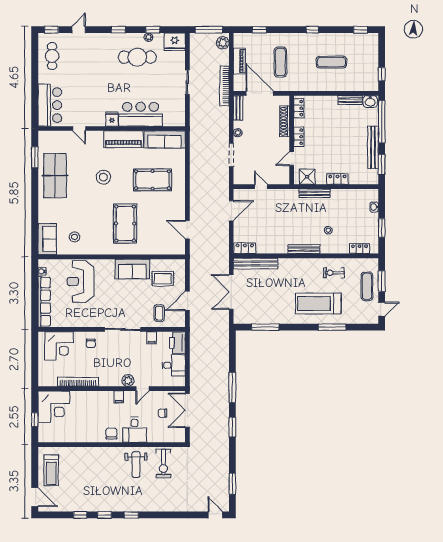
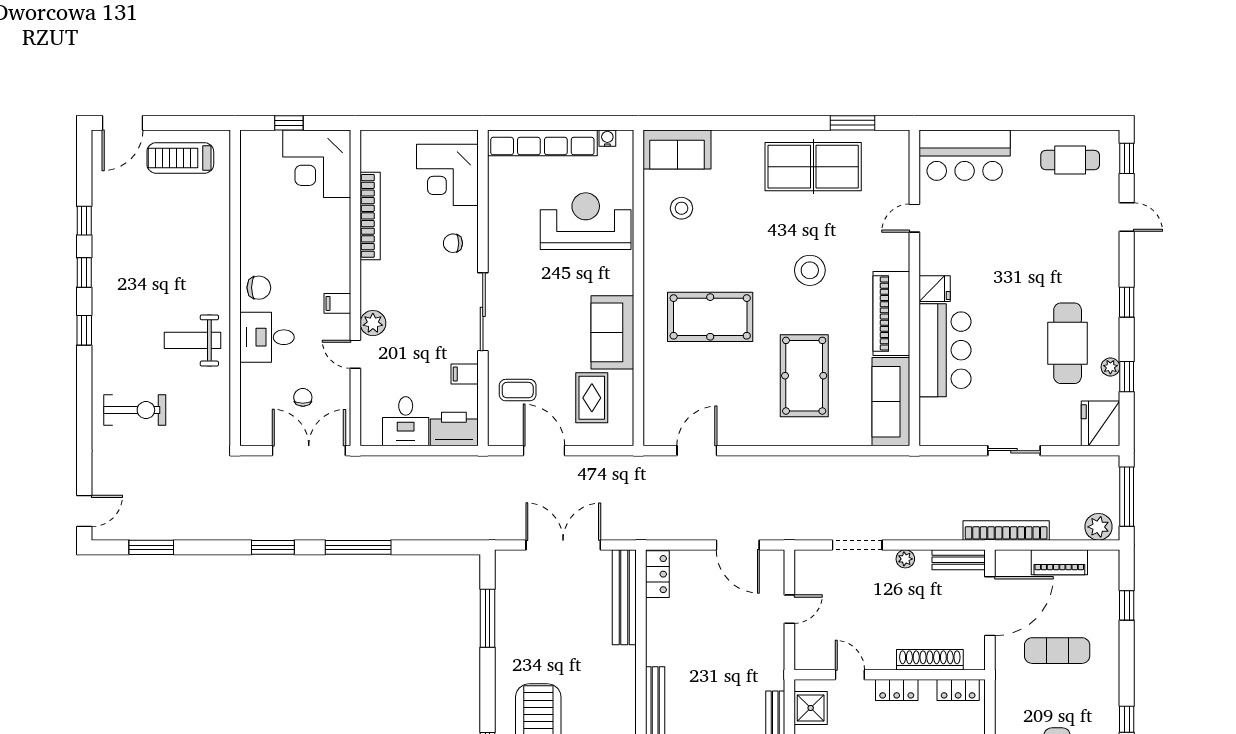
exercise bike: (163, 463) -> (135, 410), moved, turned 180

